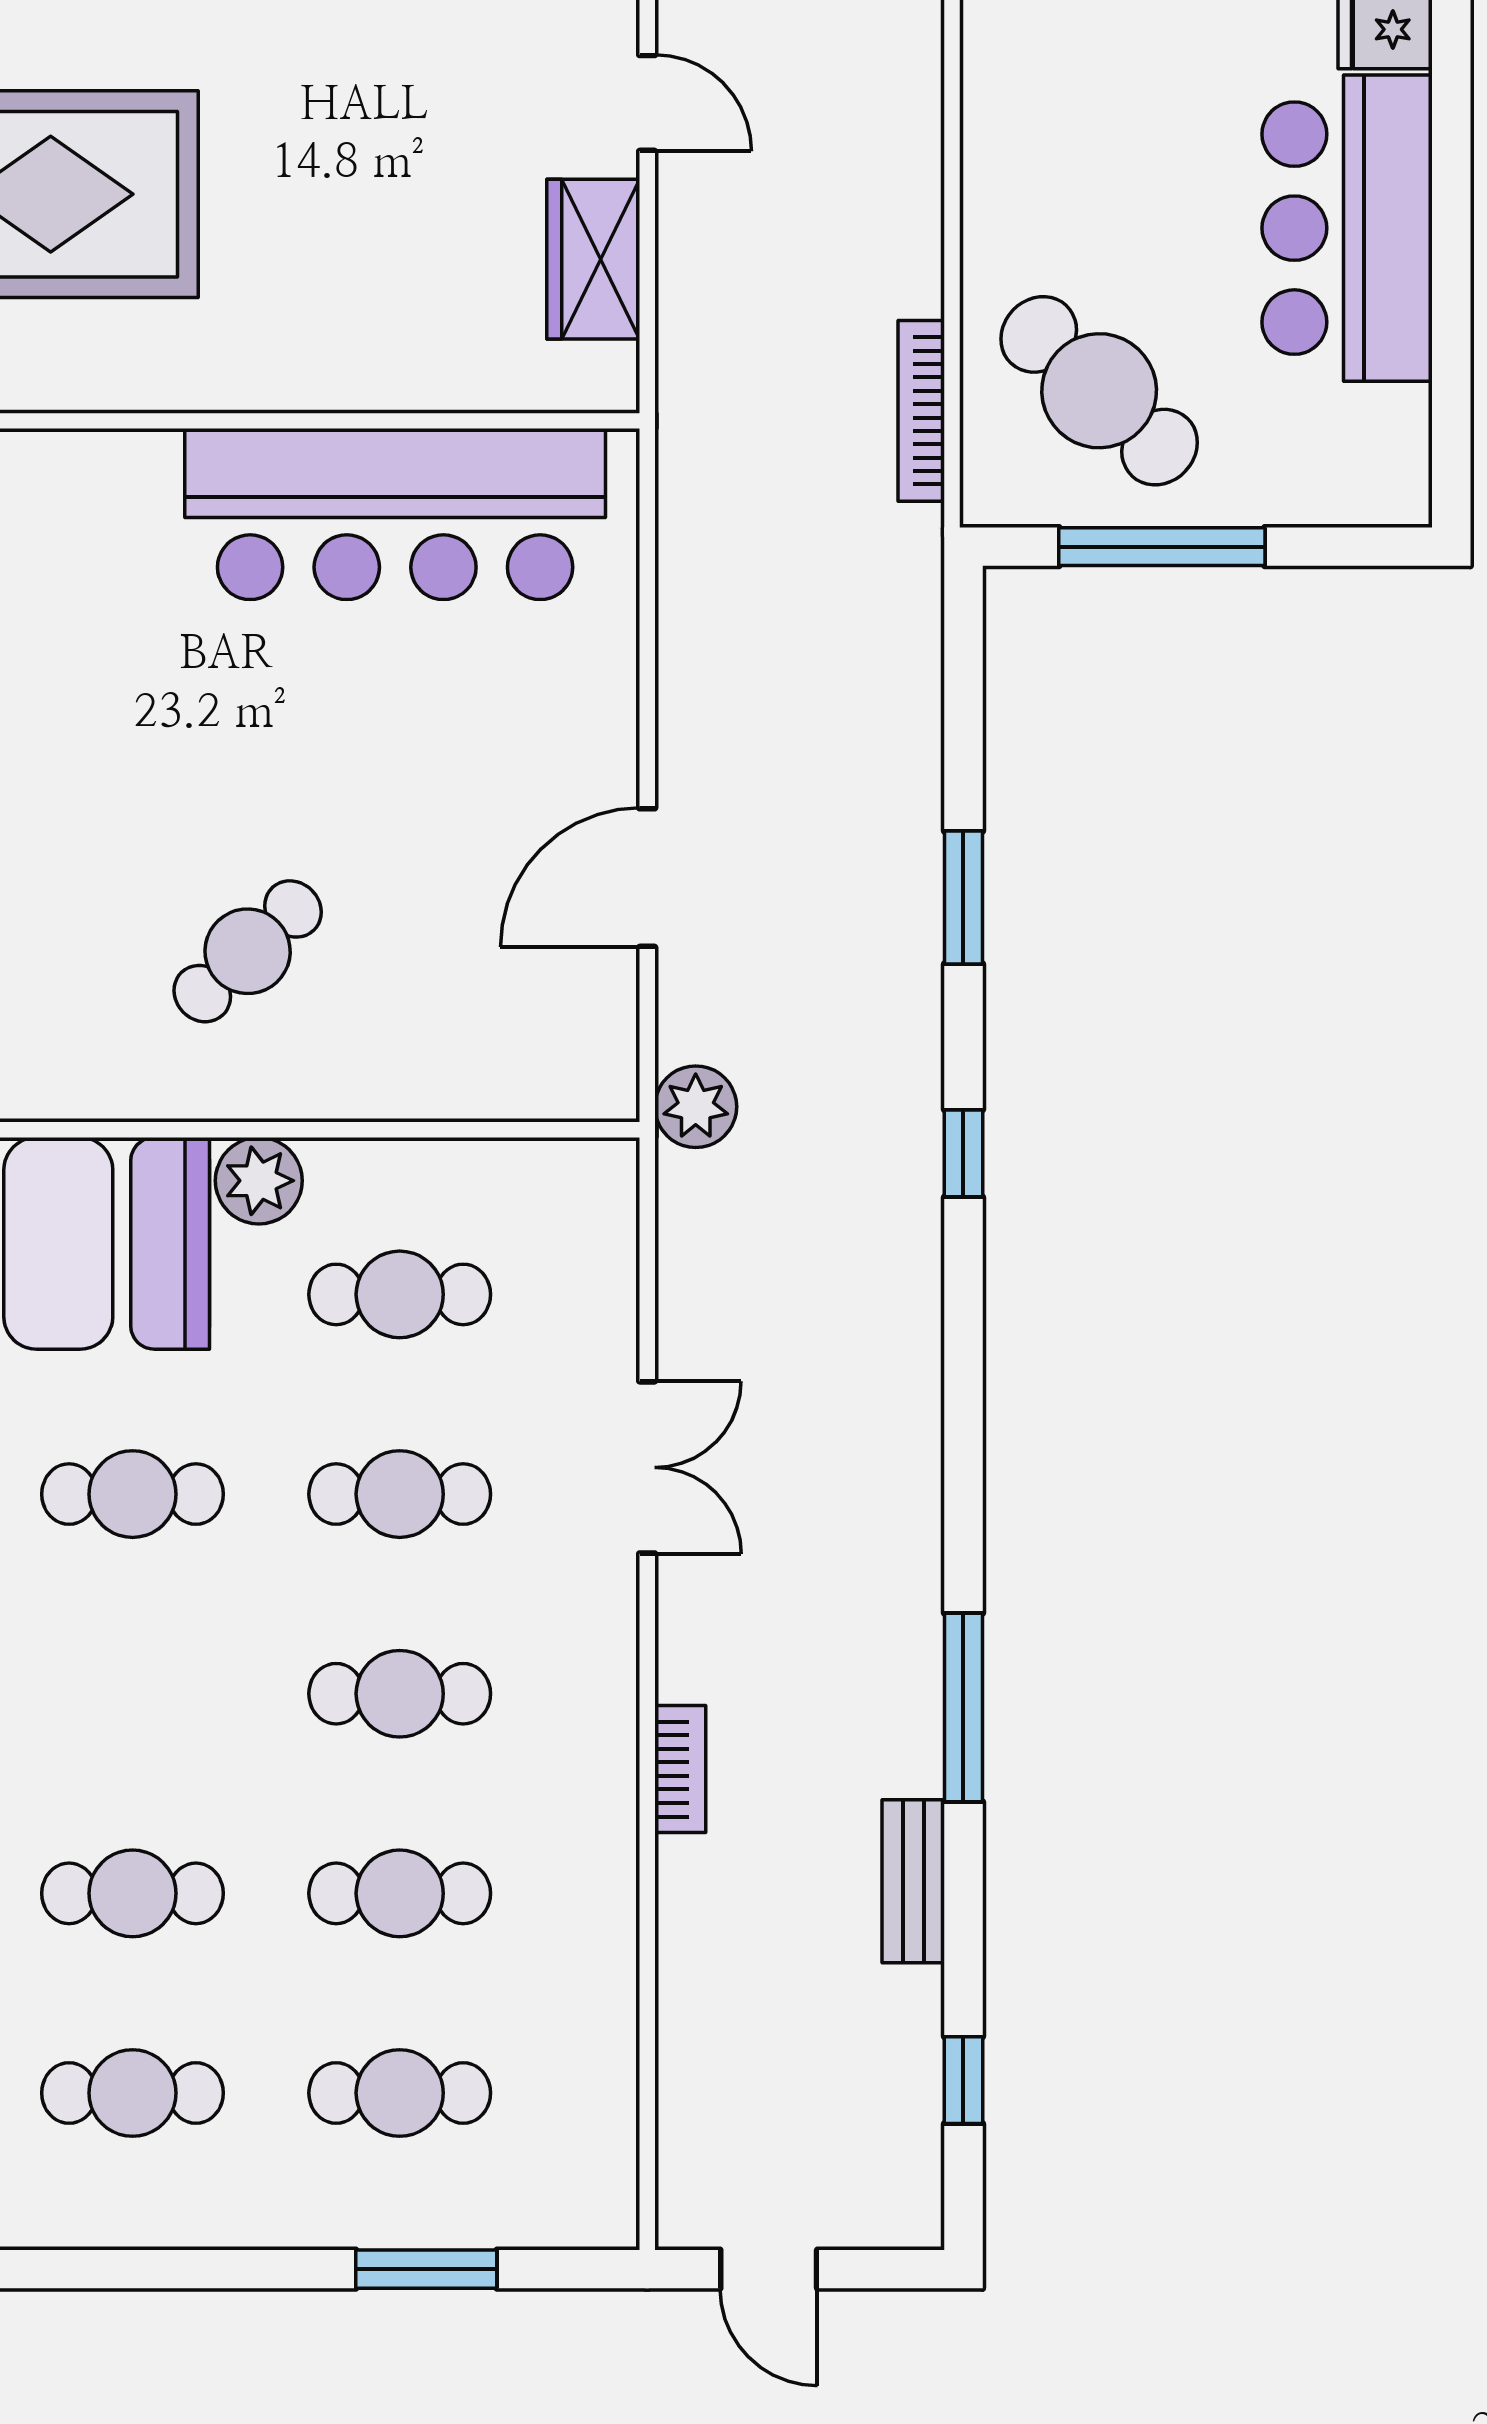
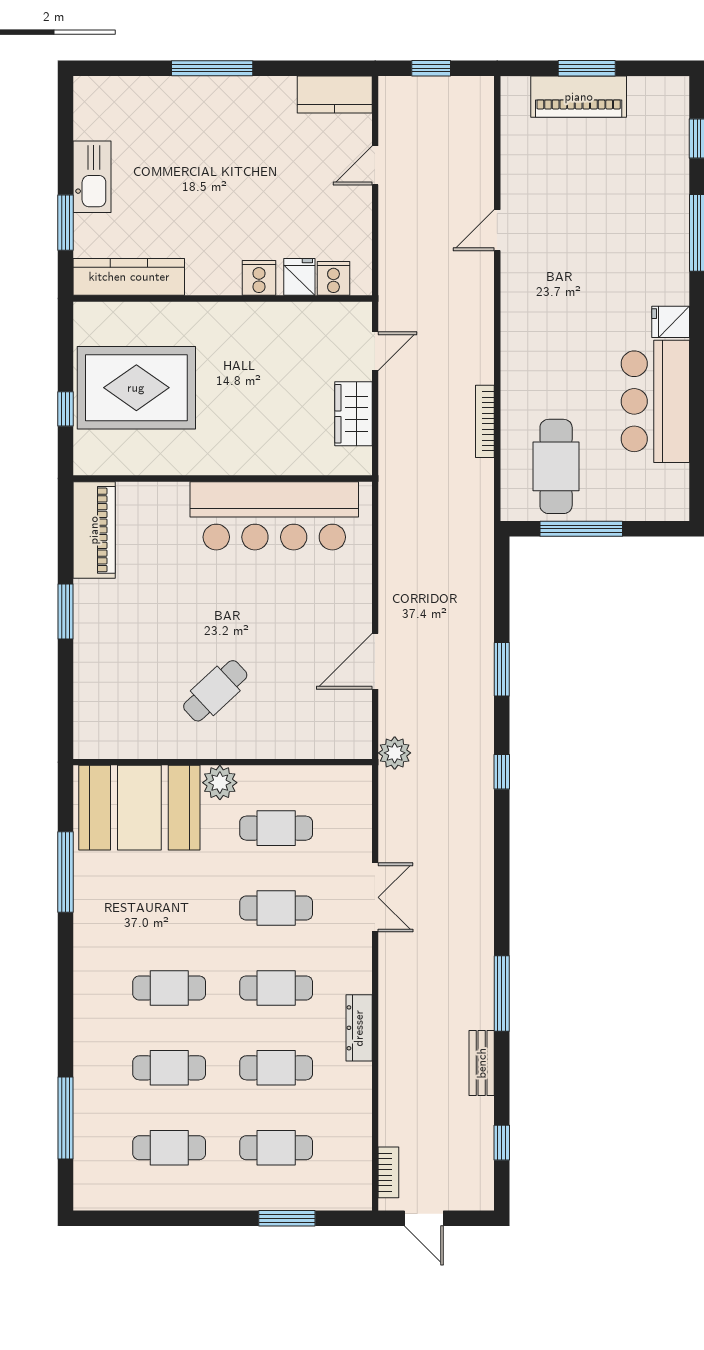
door: (647, 103) -> (375, 351), hinge flipped
cafe table: (1099, 391) -> (556, 466), turned 47
bookcase: (921, 411) -> (485, 421), moved
cafe table: (133, 1494) -> (169, 988), moved
bookcase: (680, 1769) -> (388, 1172), moved
dresser: (607, 1793) -> (359, 1028), added

